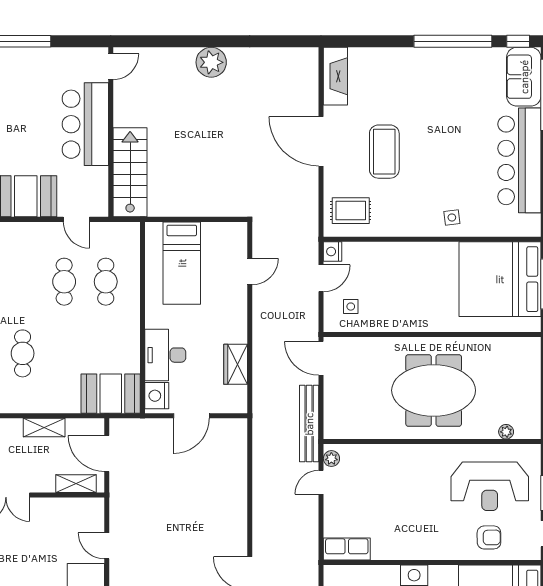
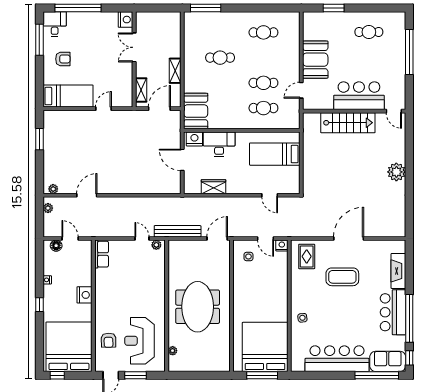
bar counter: (443, 68) -> (393, 312), added
fireplace: (335, 76) -> (398, 271), moved, turned 90
stairs: (130, 172) -> (348, 123), moved

